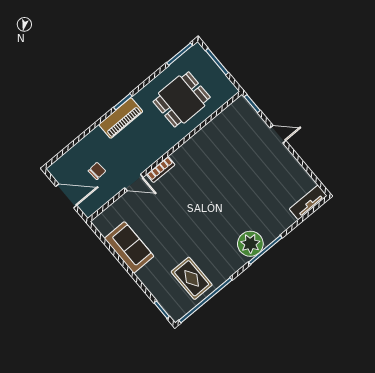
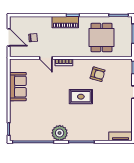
dining table: (182, 99) -> (101, 37), turned 90
armchair: (215, 149) -> (98, 74), added
plant: (250, 244) -> (60, 133), moved
rug: (192, 278) -> (81, 97), moved, turned 90

